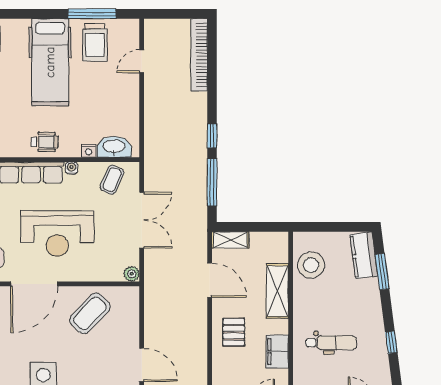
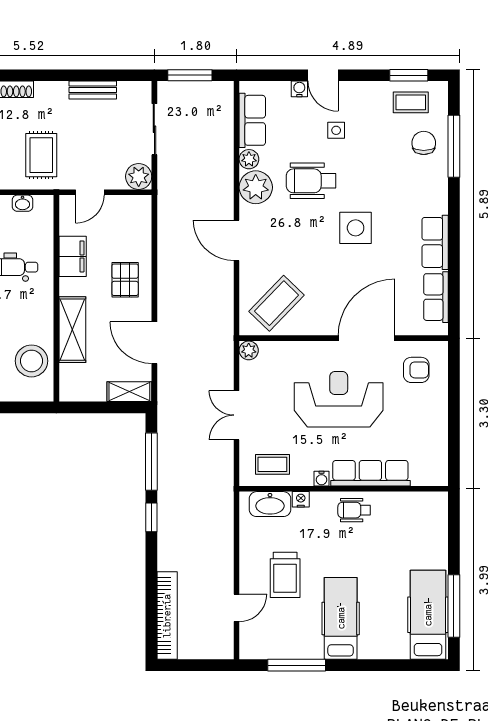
trolley: (95, 42) -> (285, 575), moved, turned 180
hospital bed: (50, 62) -> (341, 618), width x0.73, depth x0.78
coffee table: (112, 180) -> (272, 464), turned 66
double door: (142, 220) -> (236, 415), width x0.73
coffee table: (90, 313) -> (277, 303), moved

